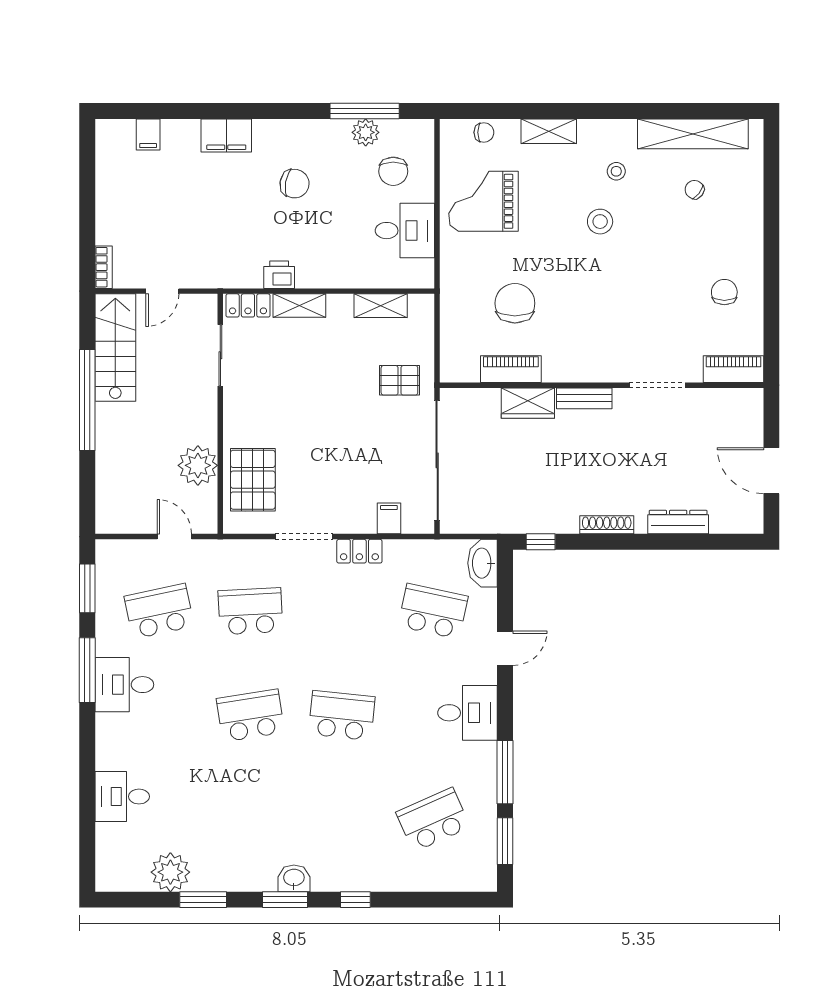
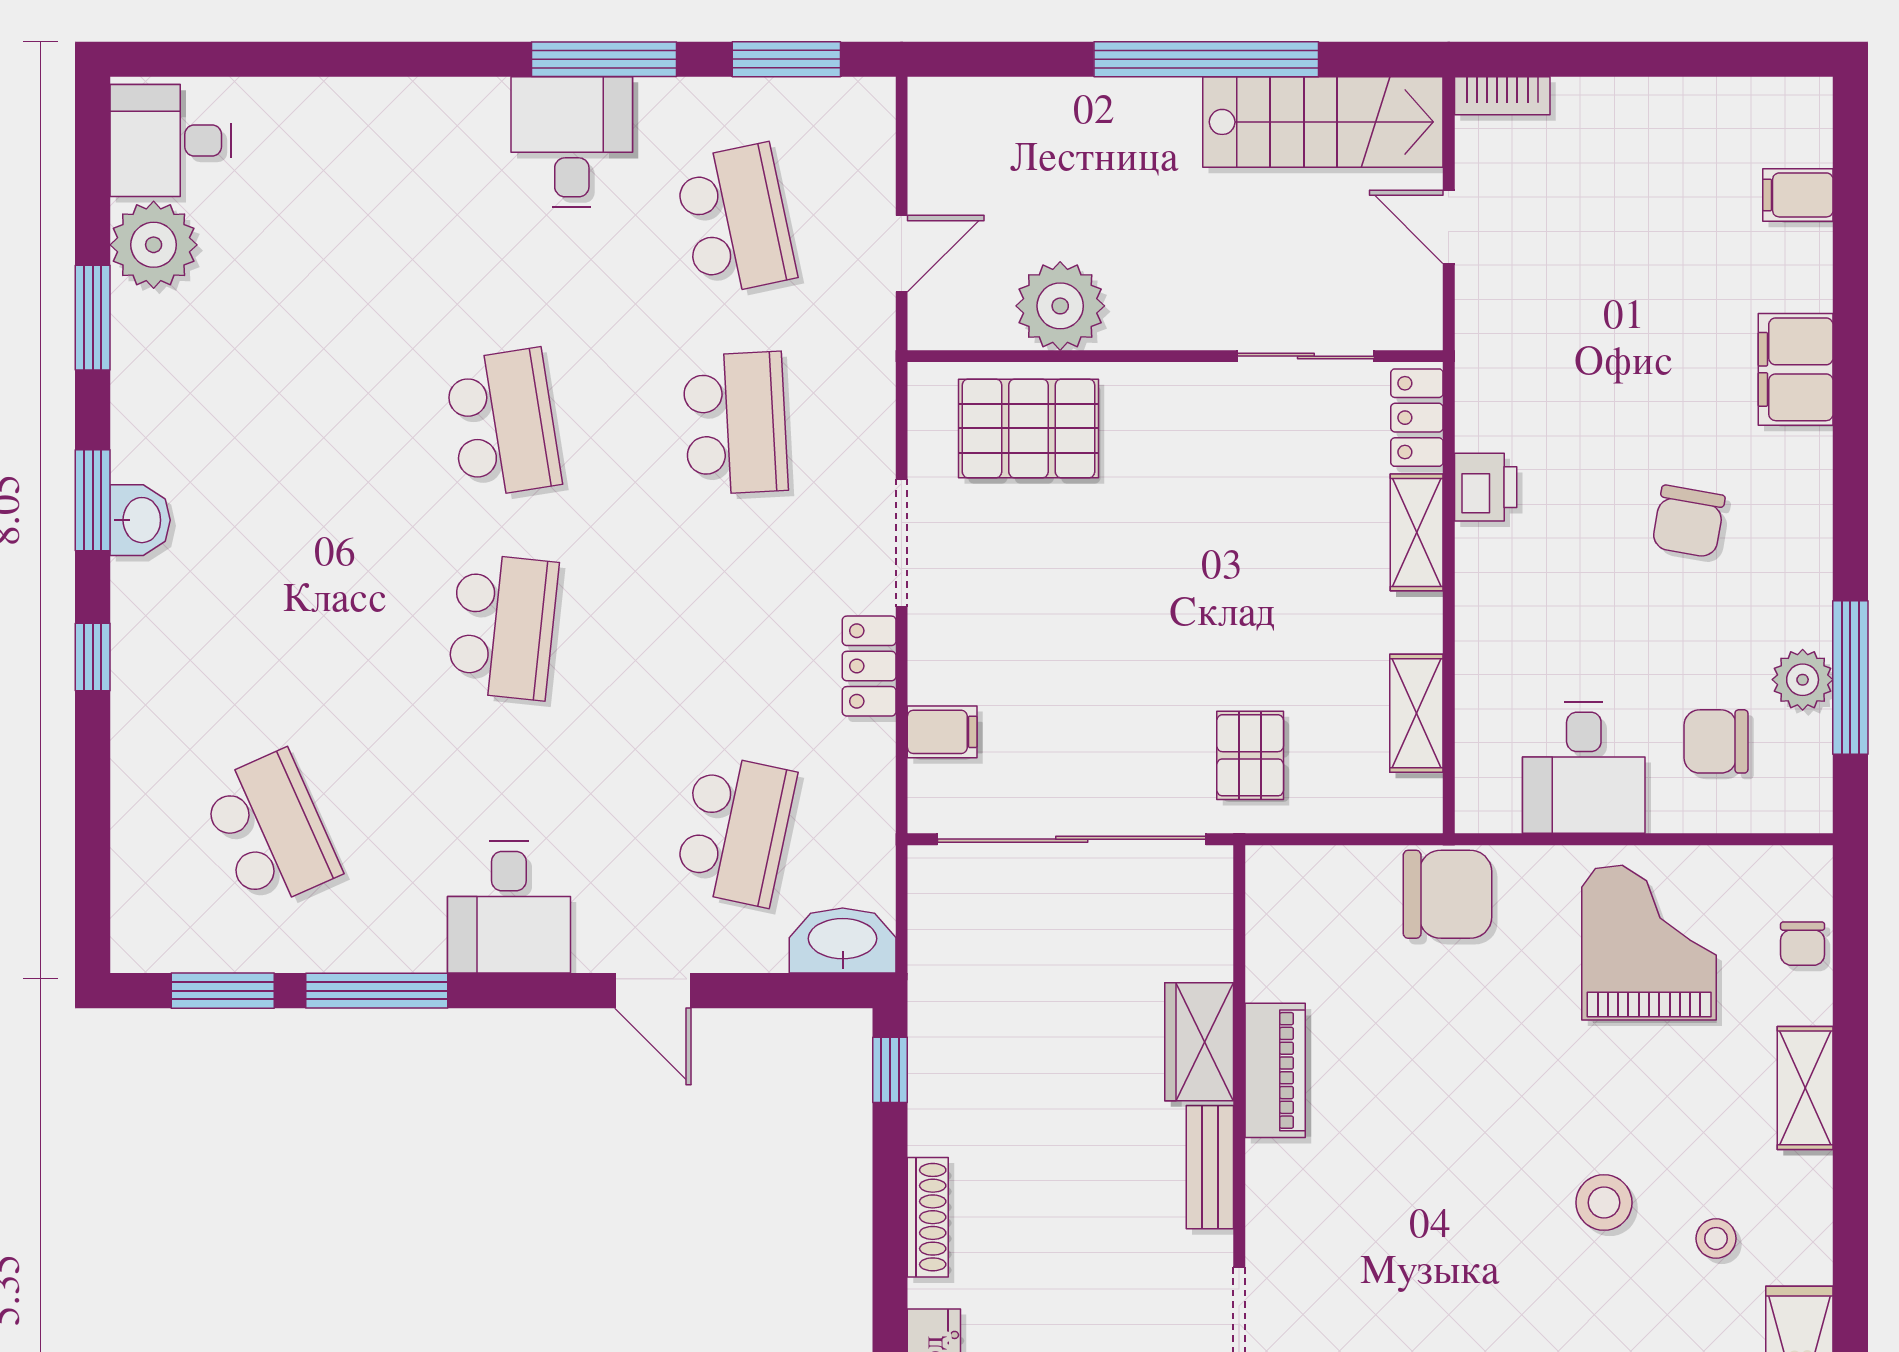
chair: (515, 303) -> (1447, 894), moved
piano: (511, 369) -> (1275, 1070), moved
desk: (122, 797) -> (170, 141), moved, turned -90

